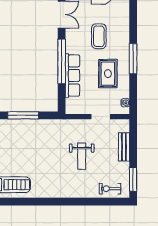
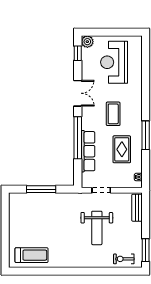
doorway: (101, 117) -> (101, 190), moved
bench: (124, 147) -> (137, 208), moved
weight bench: (82, 156) -> (97, 228), width x1.36, depth x1.33

